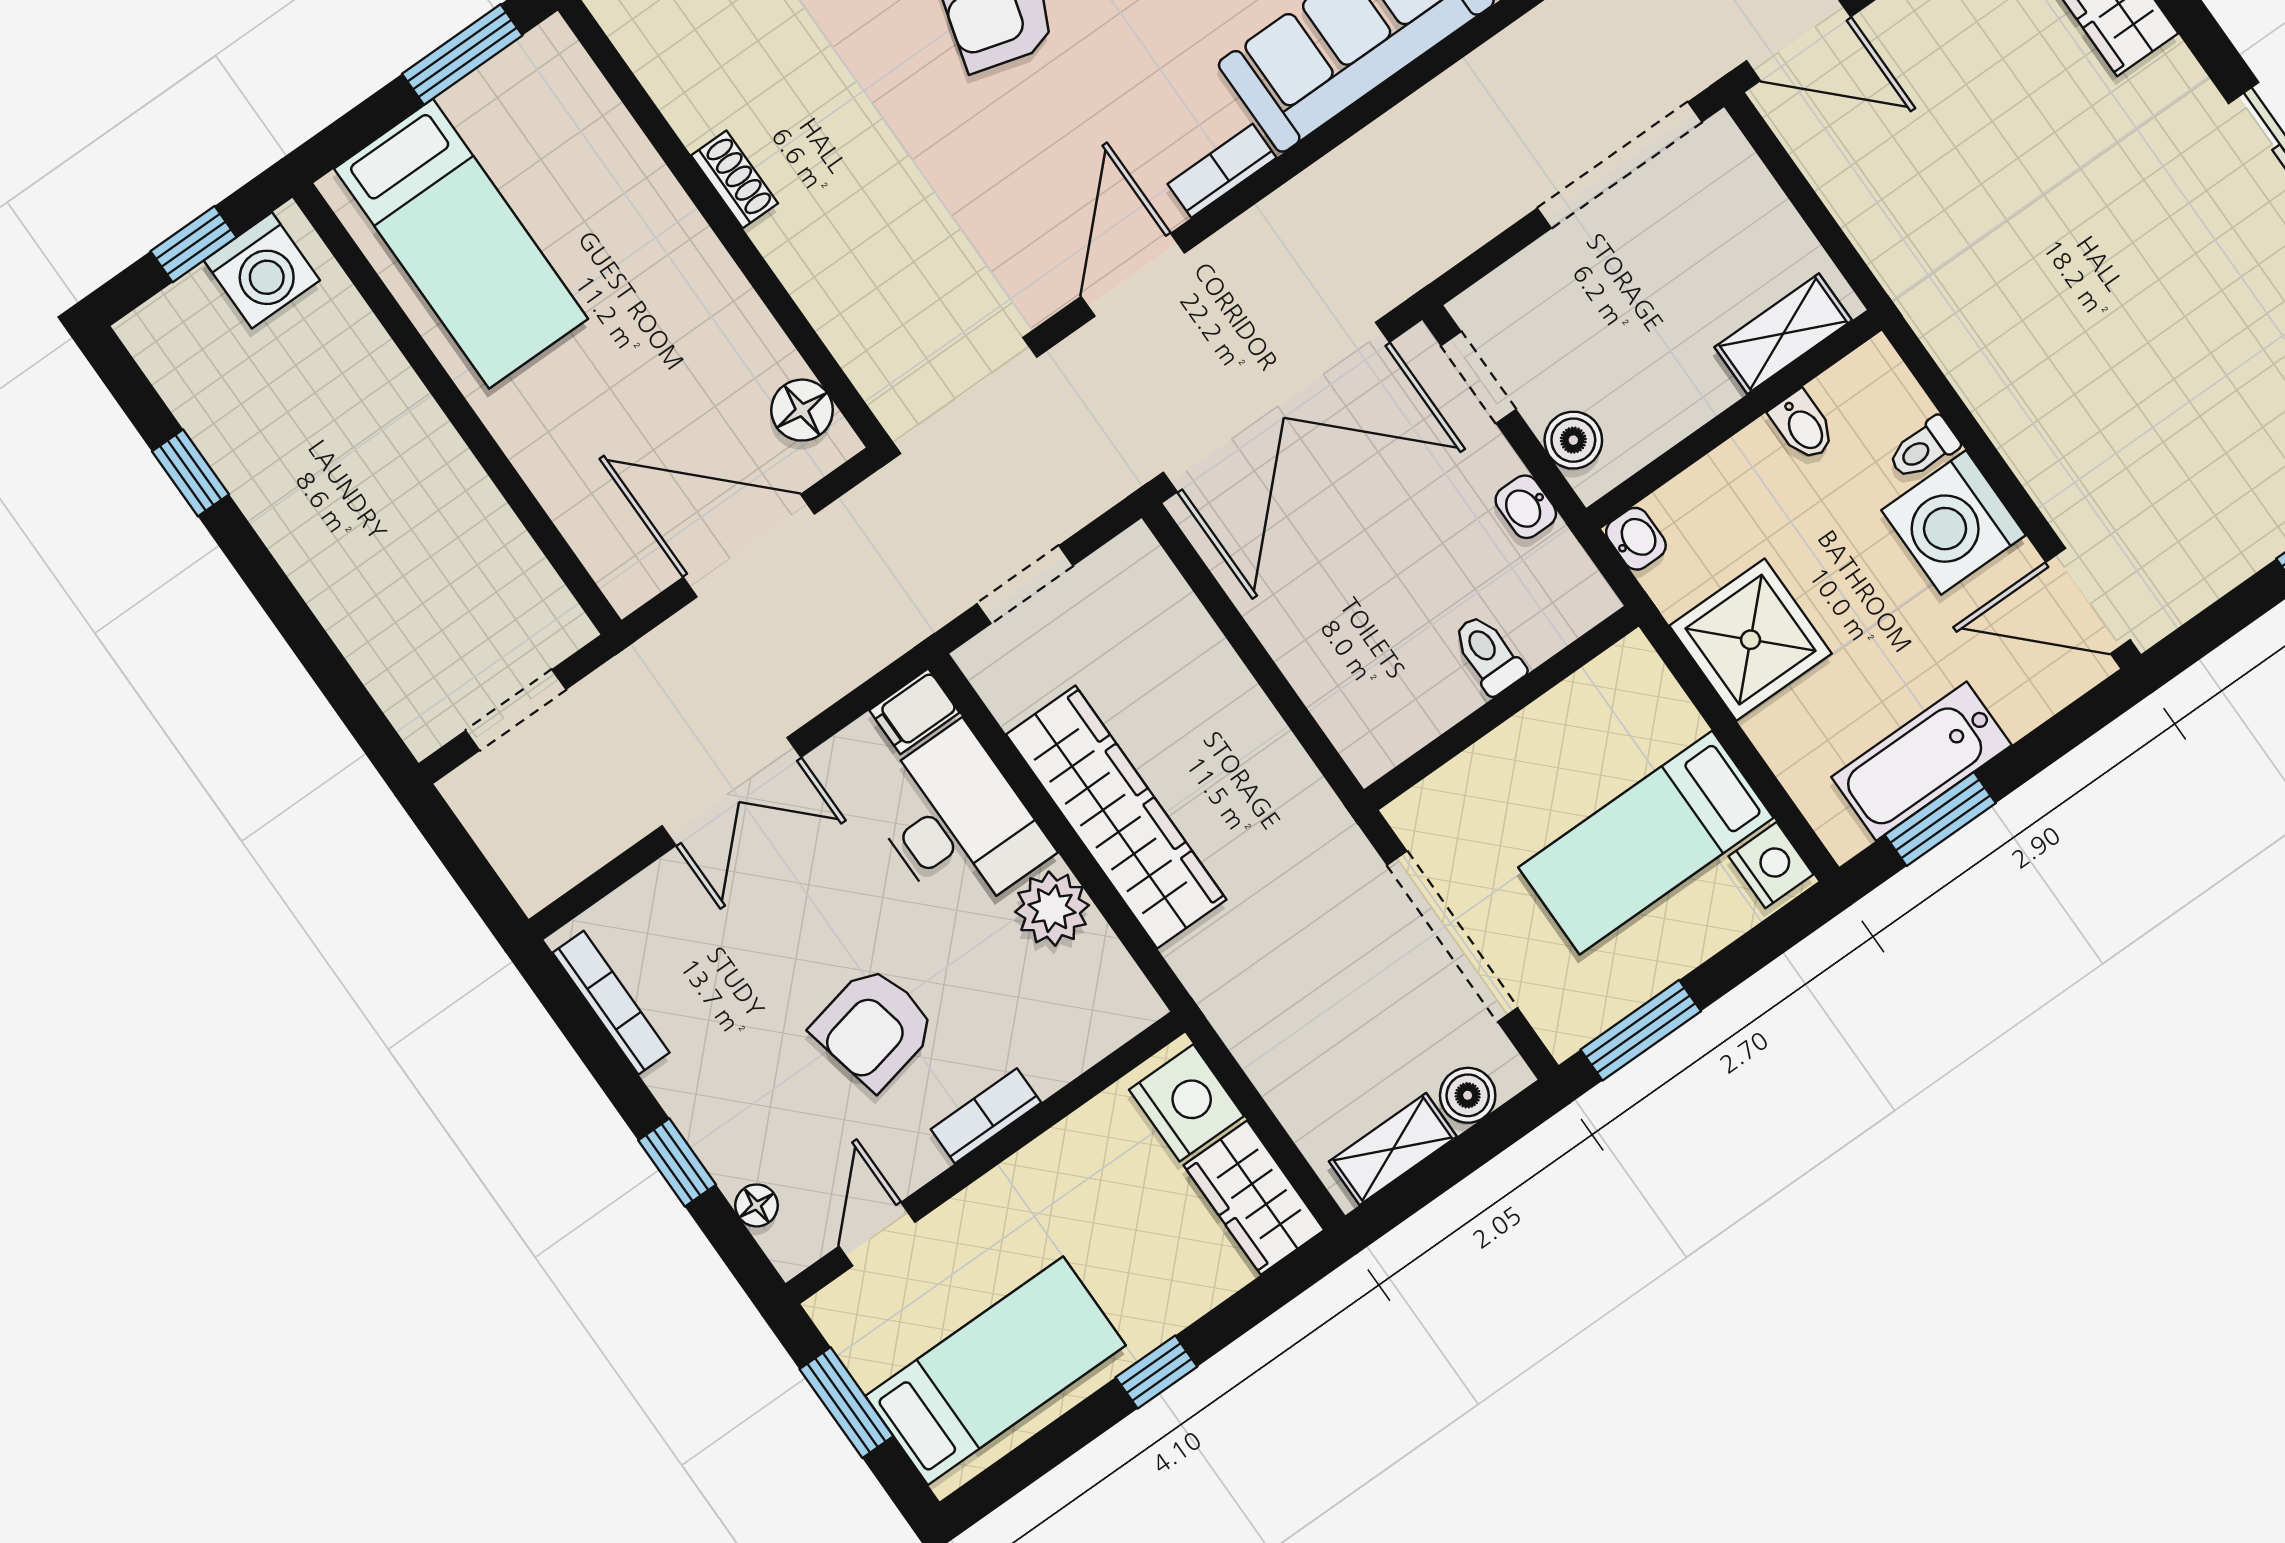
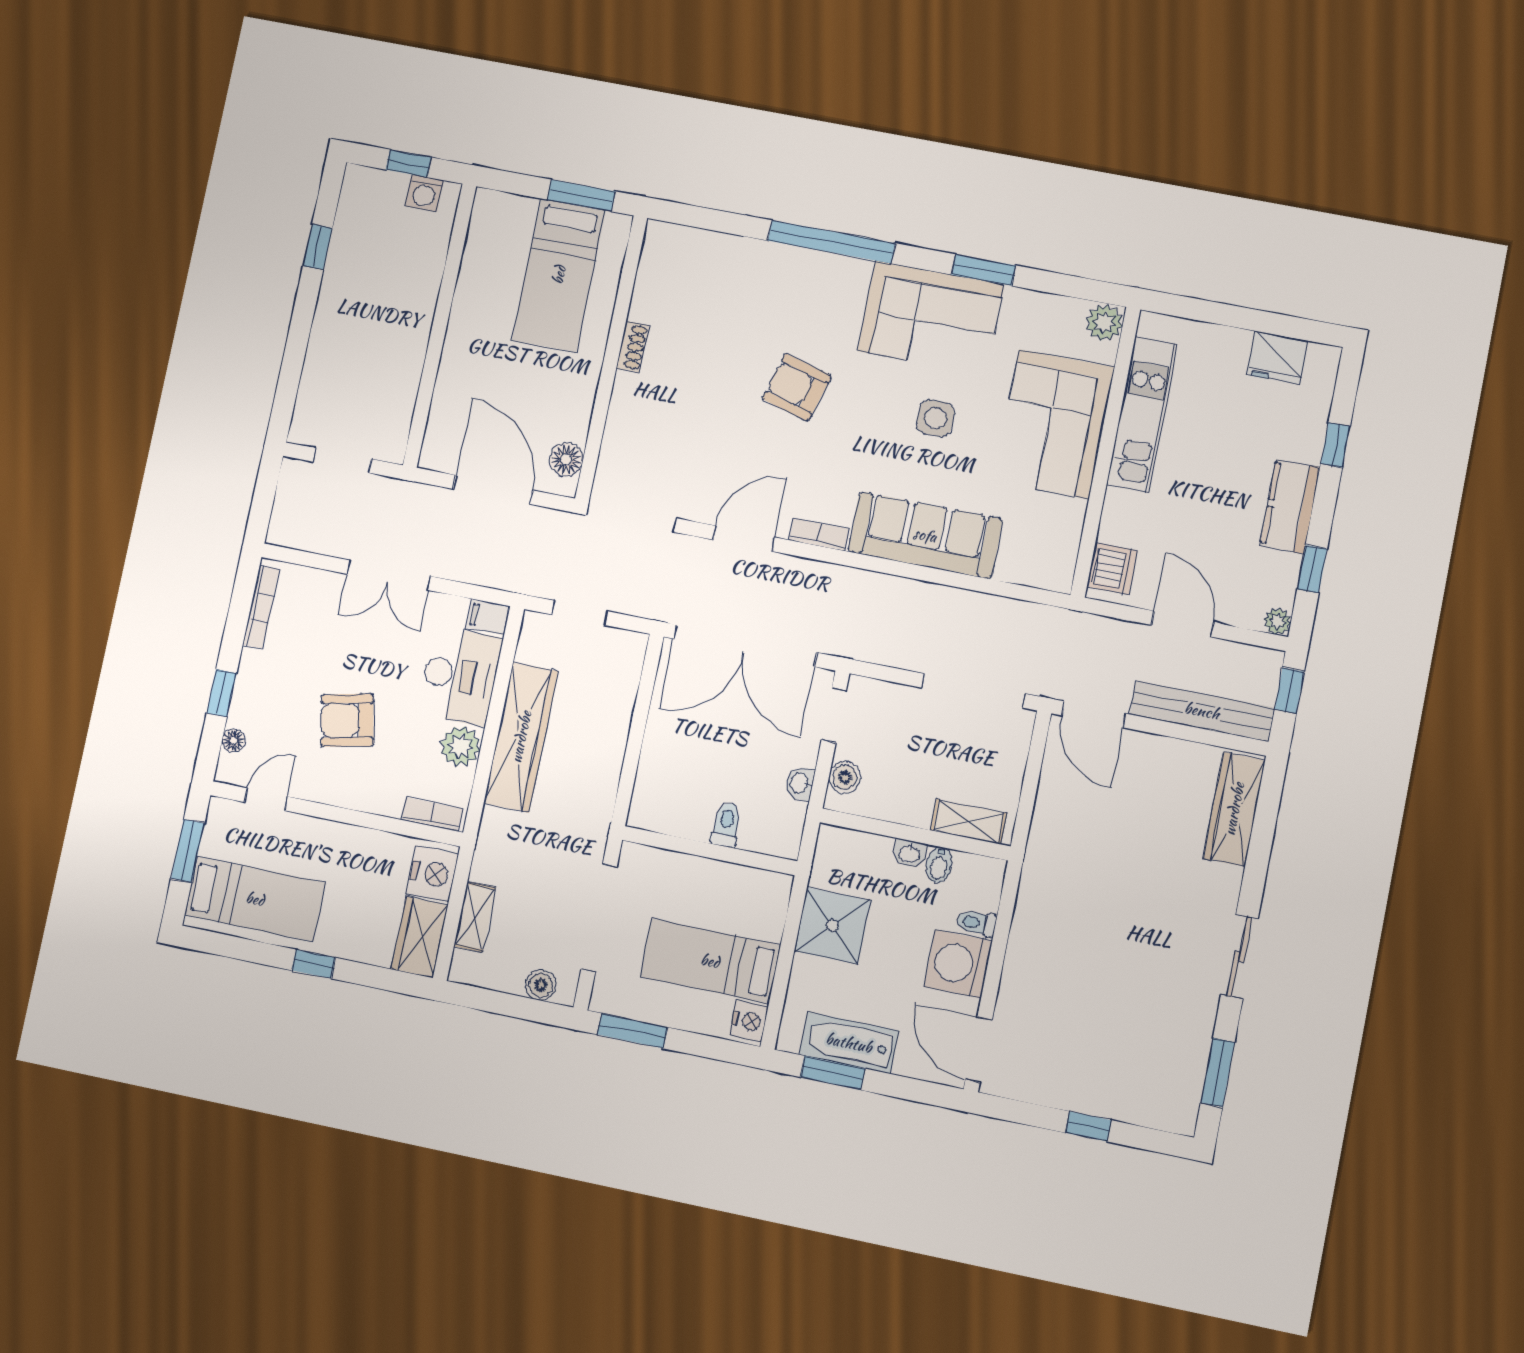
bed: (461, 244) -> (559, 275), moved
washing machine: (262, 270) -> (424, 193), width x0.73, depth x0.73
washbasin: (1636, 539) -> (909, 854), moved, turned 90
bookcase: (986, 1116) -> (432, 814), moved
shelving: (1393, 1149) -> (475, 917), moved, turned 90

